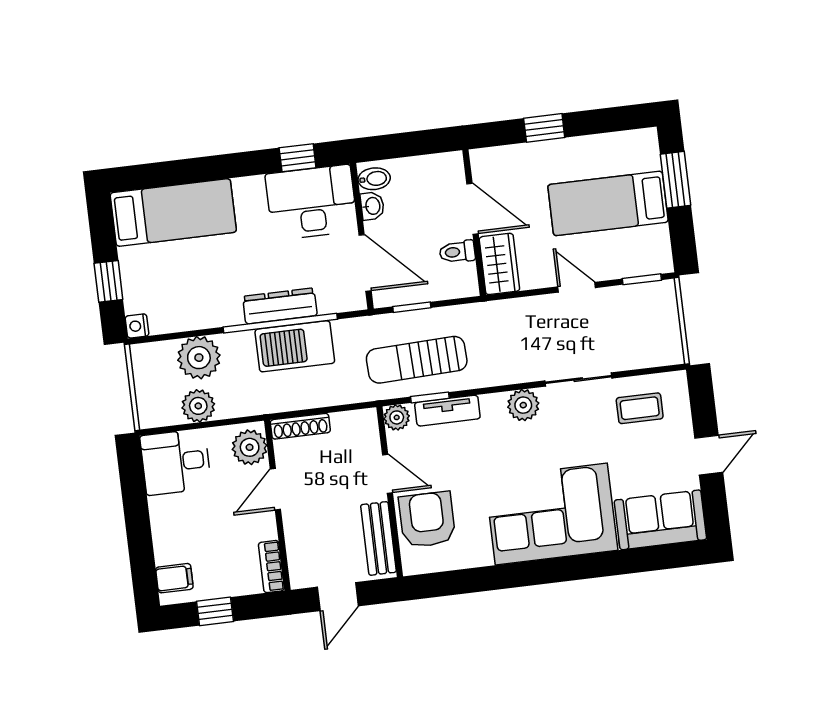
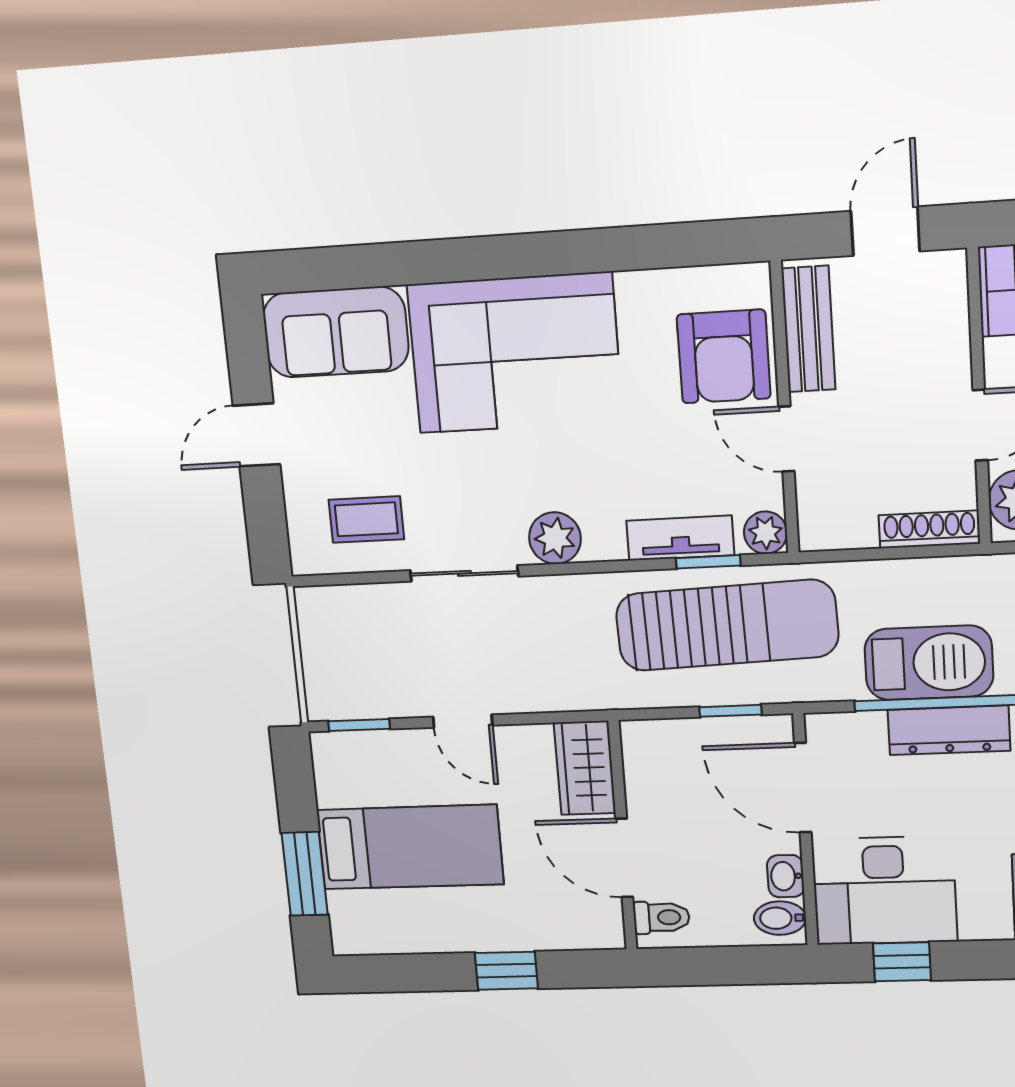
toilet: (457, 252) -> (661, 917), moved
sun lounger: (417, 360) -> (727, 625), width x1.36, depth x1.34

